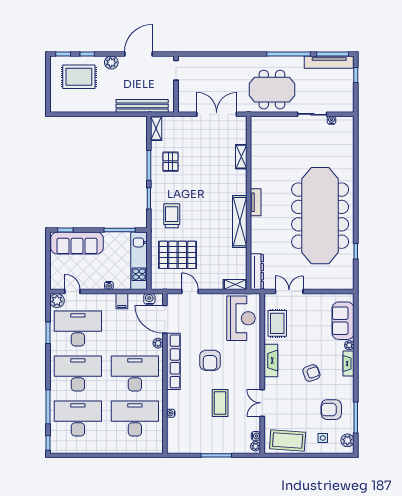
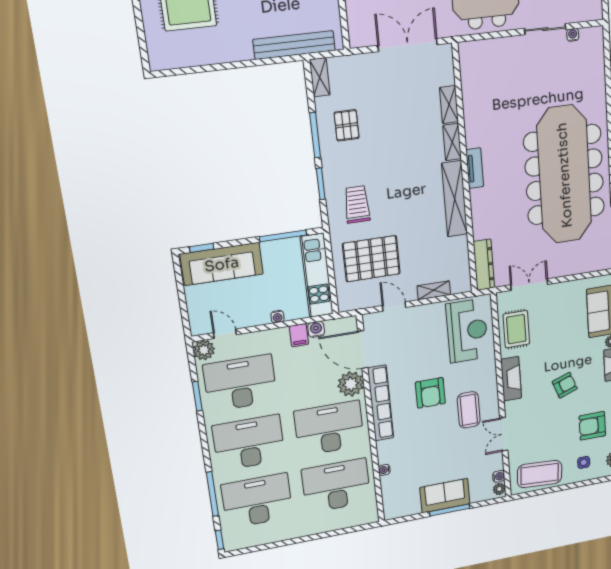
shelving: (241, 182) -> (452, 142), added
shelving: (235, 285) -> (434, 290), moved
water cooler: (149, 299) -> (316, 329), moved
plant: (158, 343) -> (351, 384), width x1.87, depth x1.87
coffee table: (220, 403) -> (469, 410), moved
sofa: (214, 443) -> (445, 496), added

